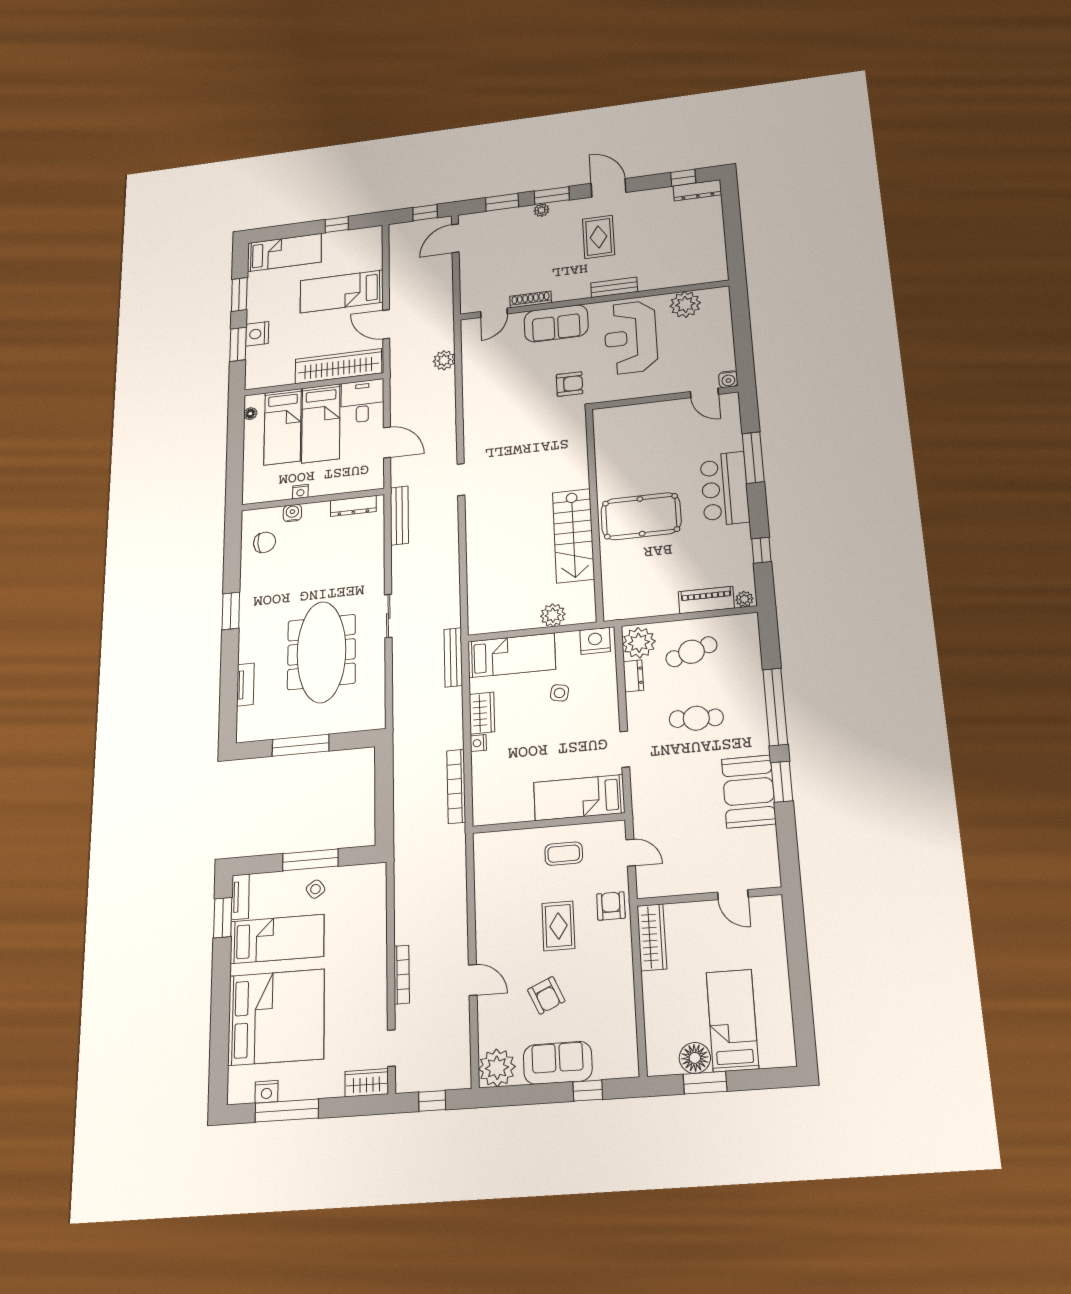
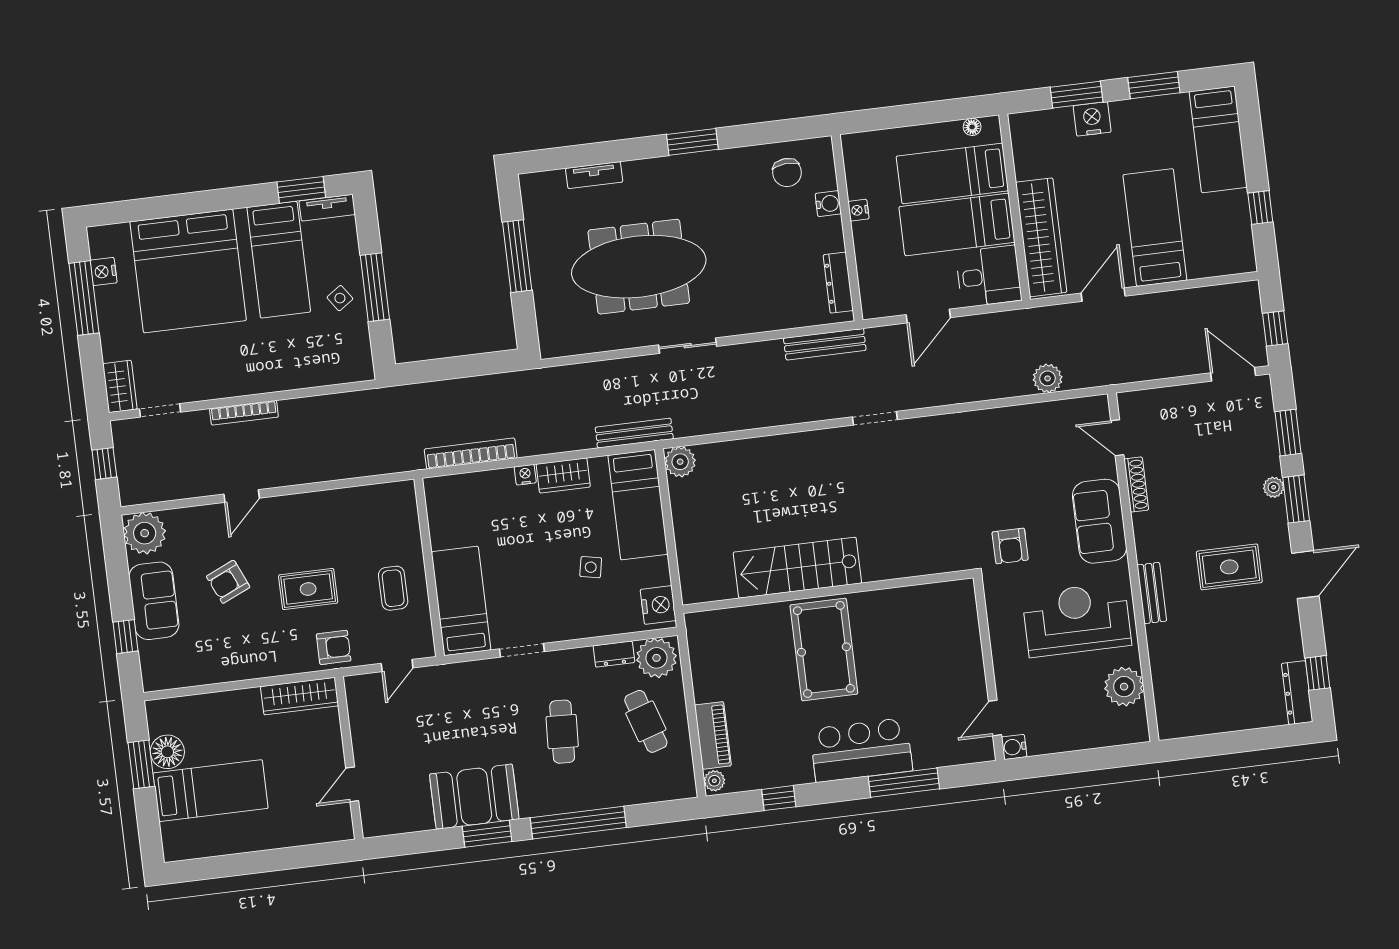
plant: (553, 615) -> (680, 462), moved

